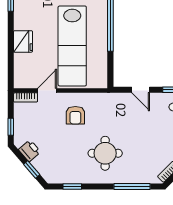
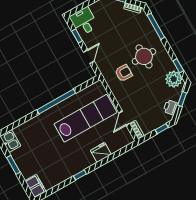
door: (47, 91) -> (124, 118), hinge flipped
armchair: (75, 115) -> (124, 73), moved
plant: (60, 173) -> (174, 79), added

